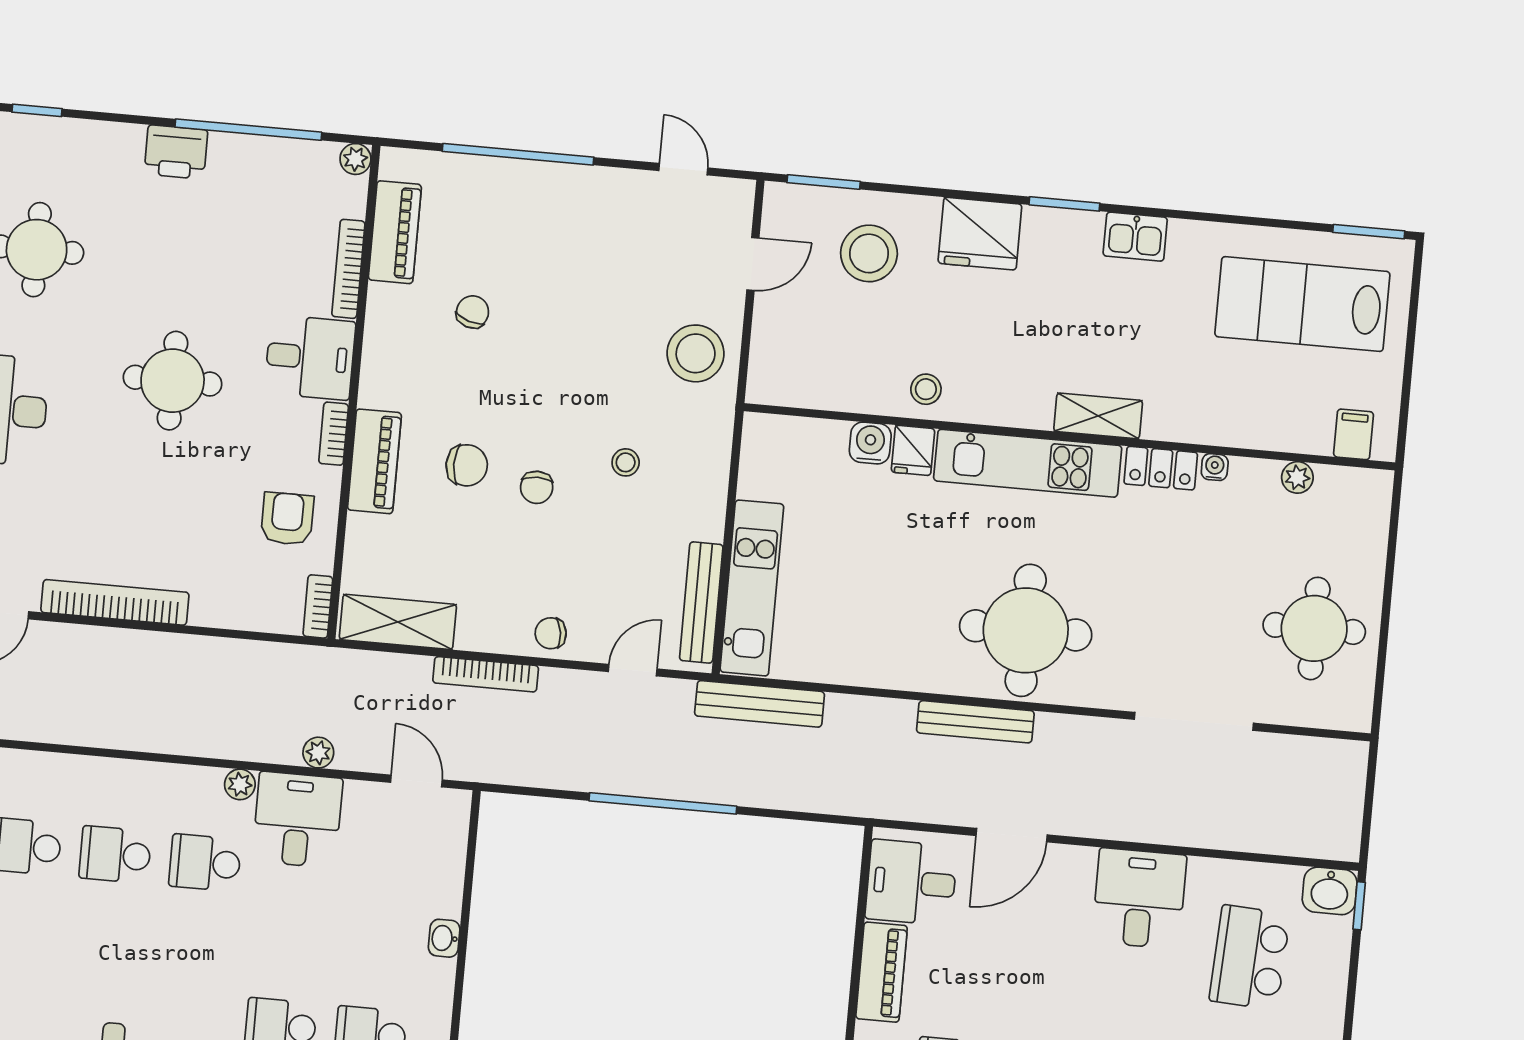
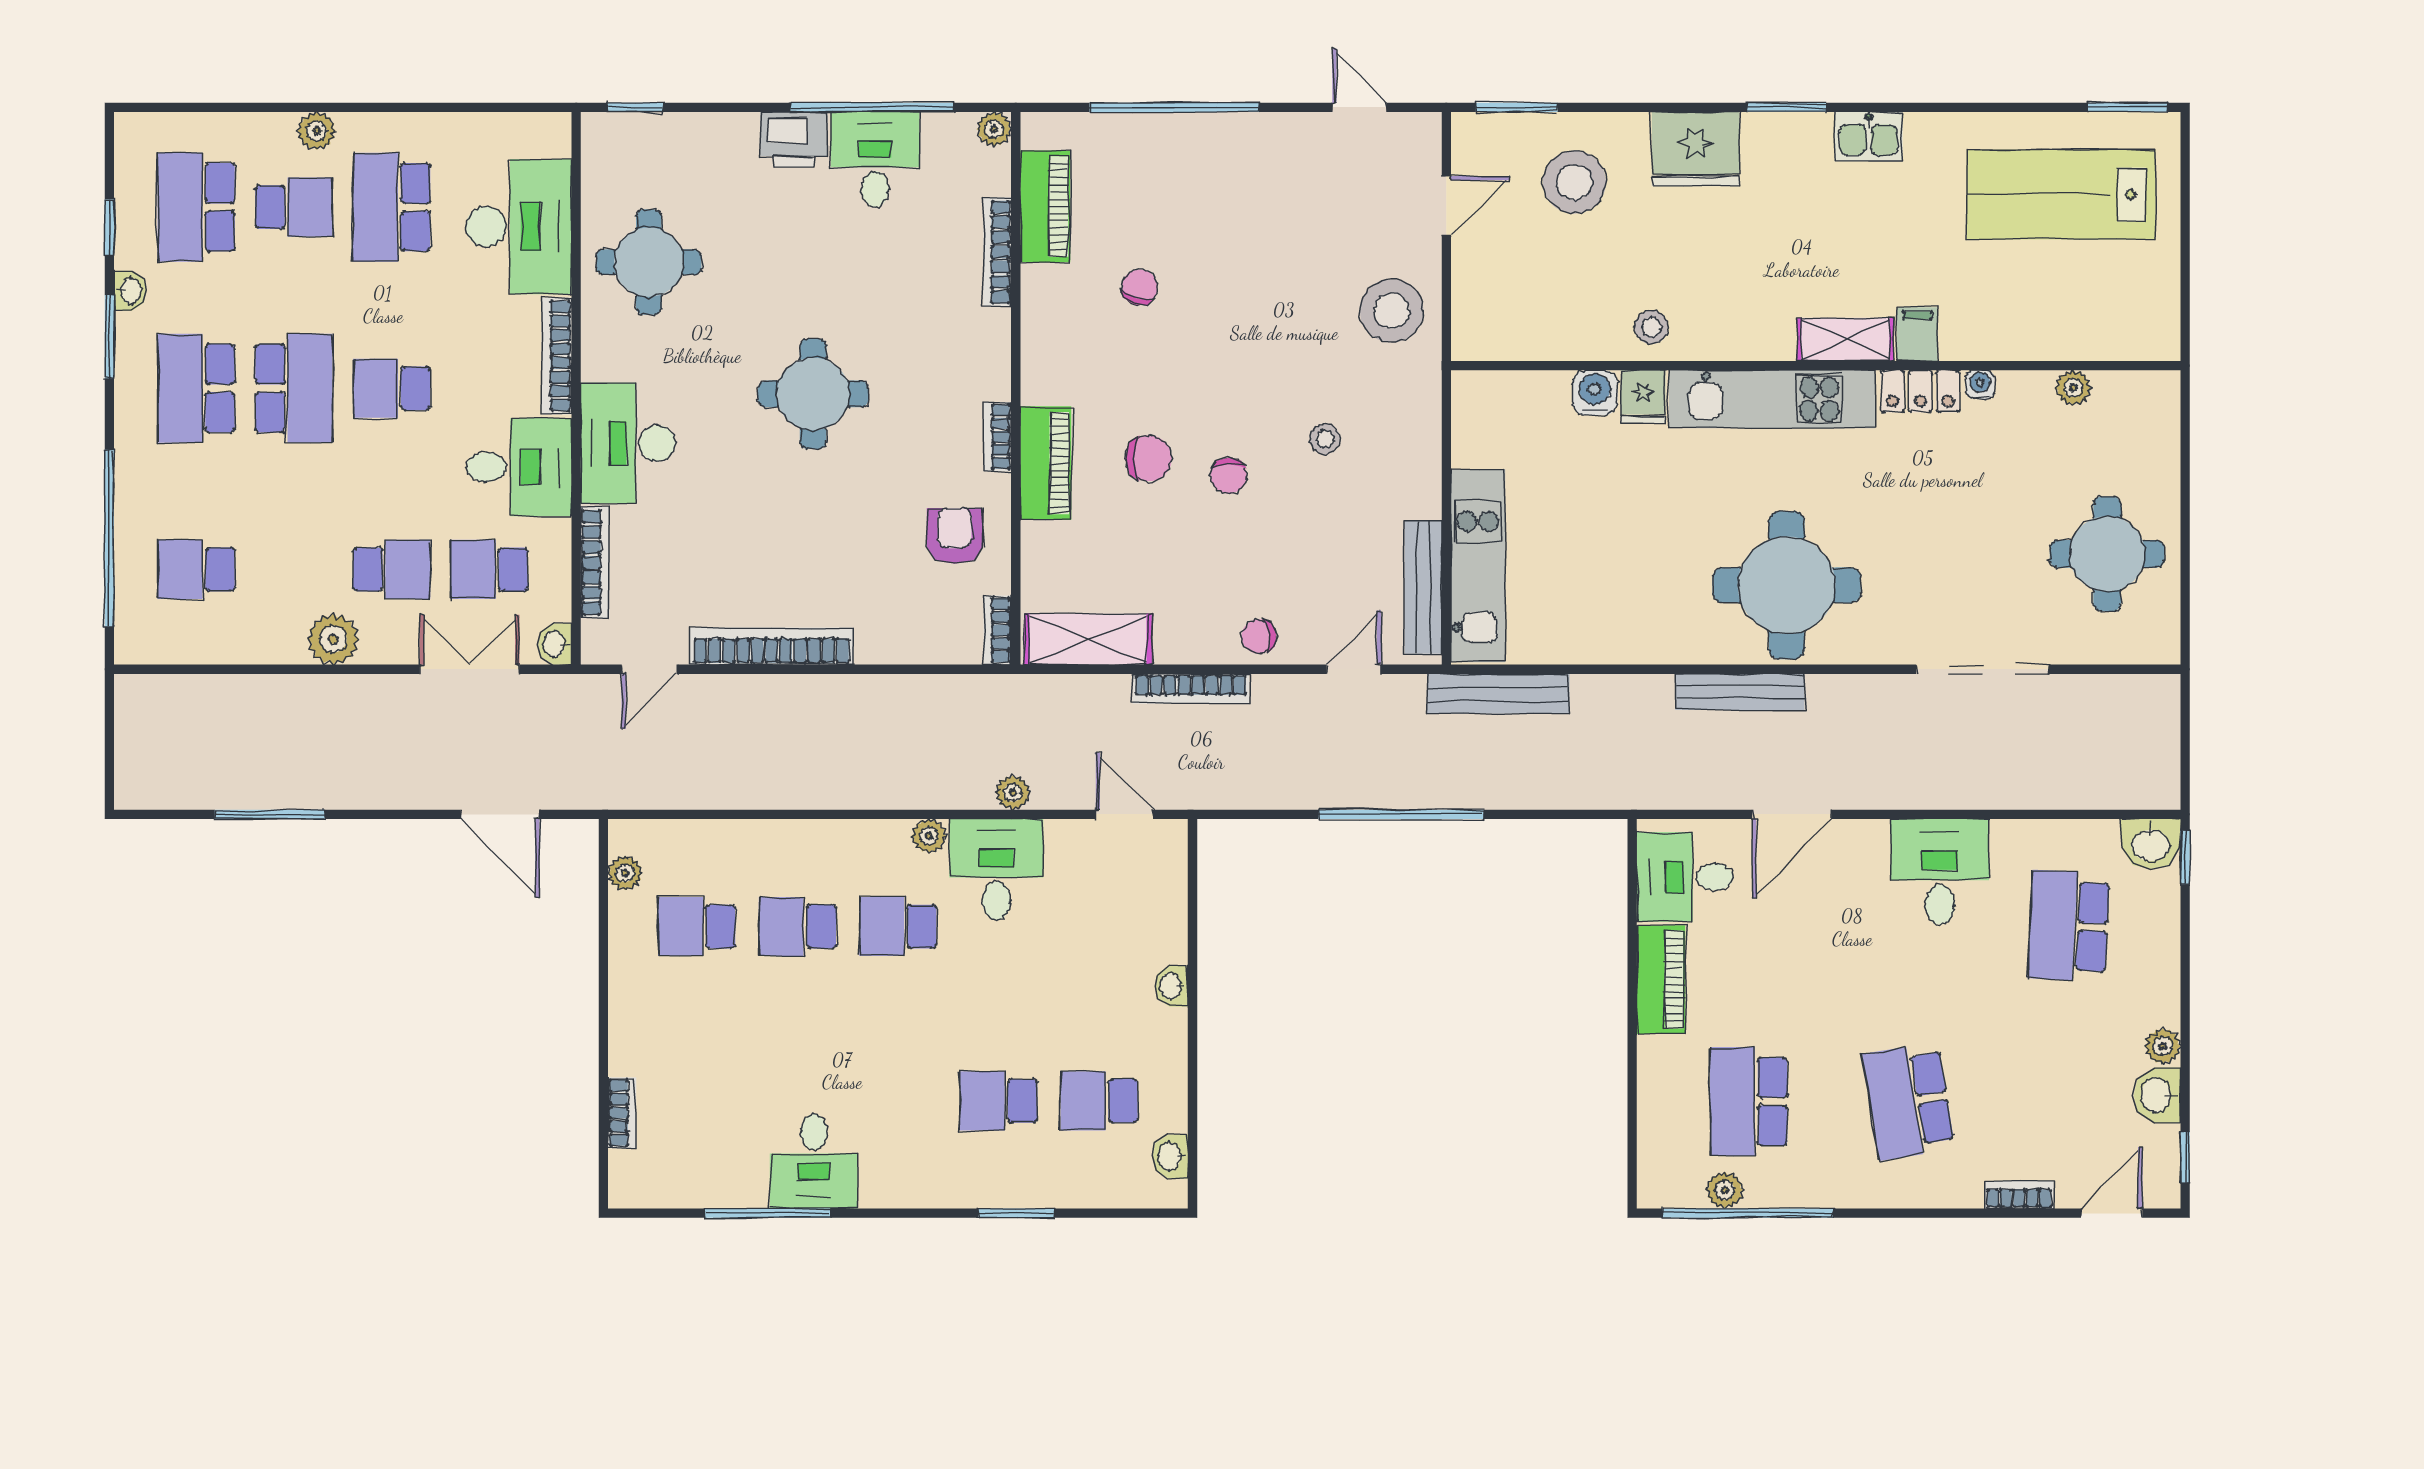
desk: (310, 357) -> (875, 160), moved, turned -90
filing cabinet: (1354, 434) -> (1917, 334), moved

